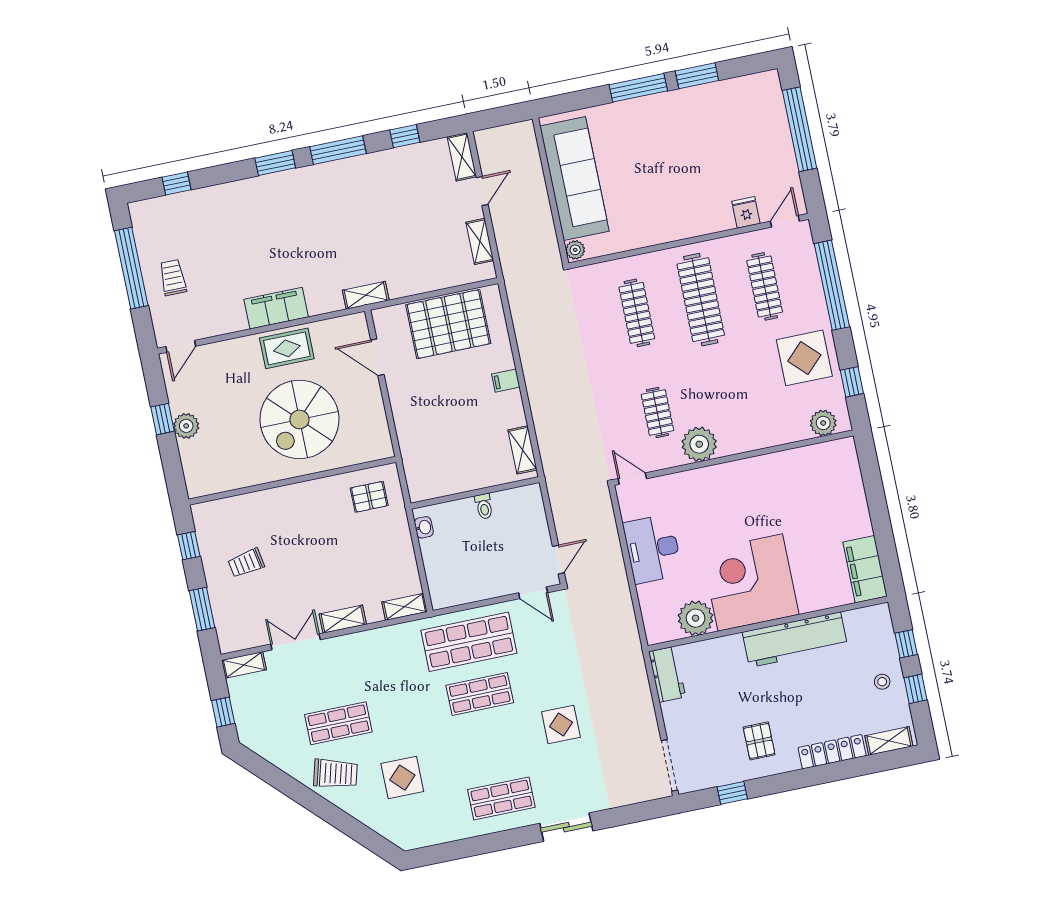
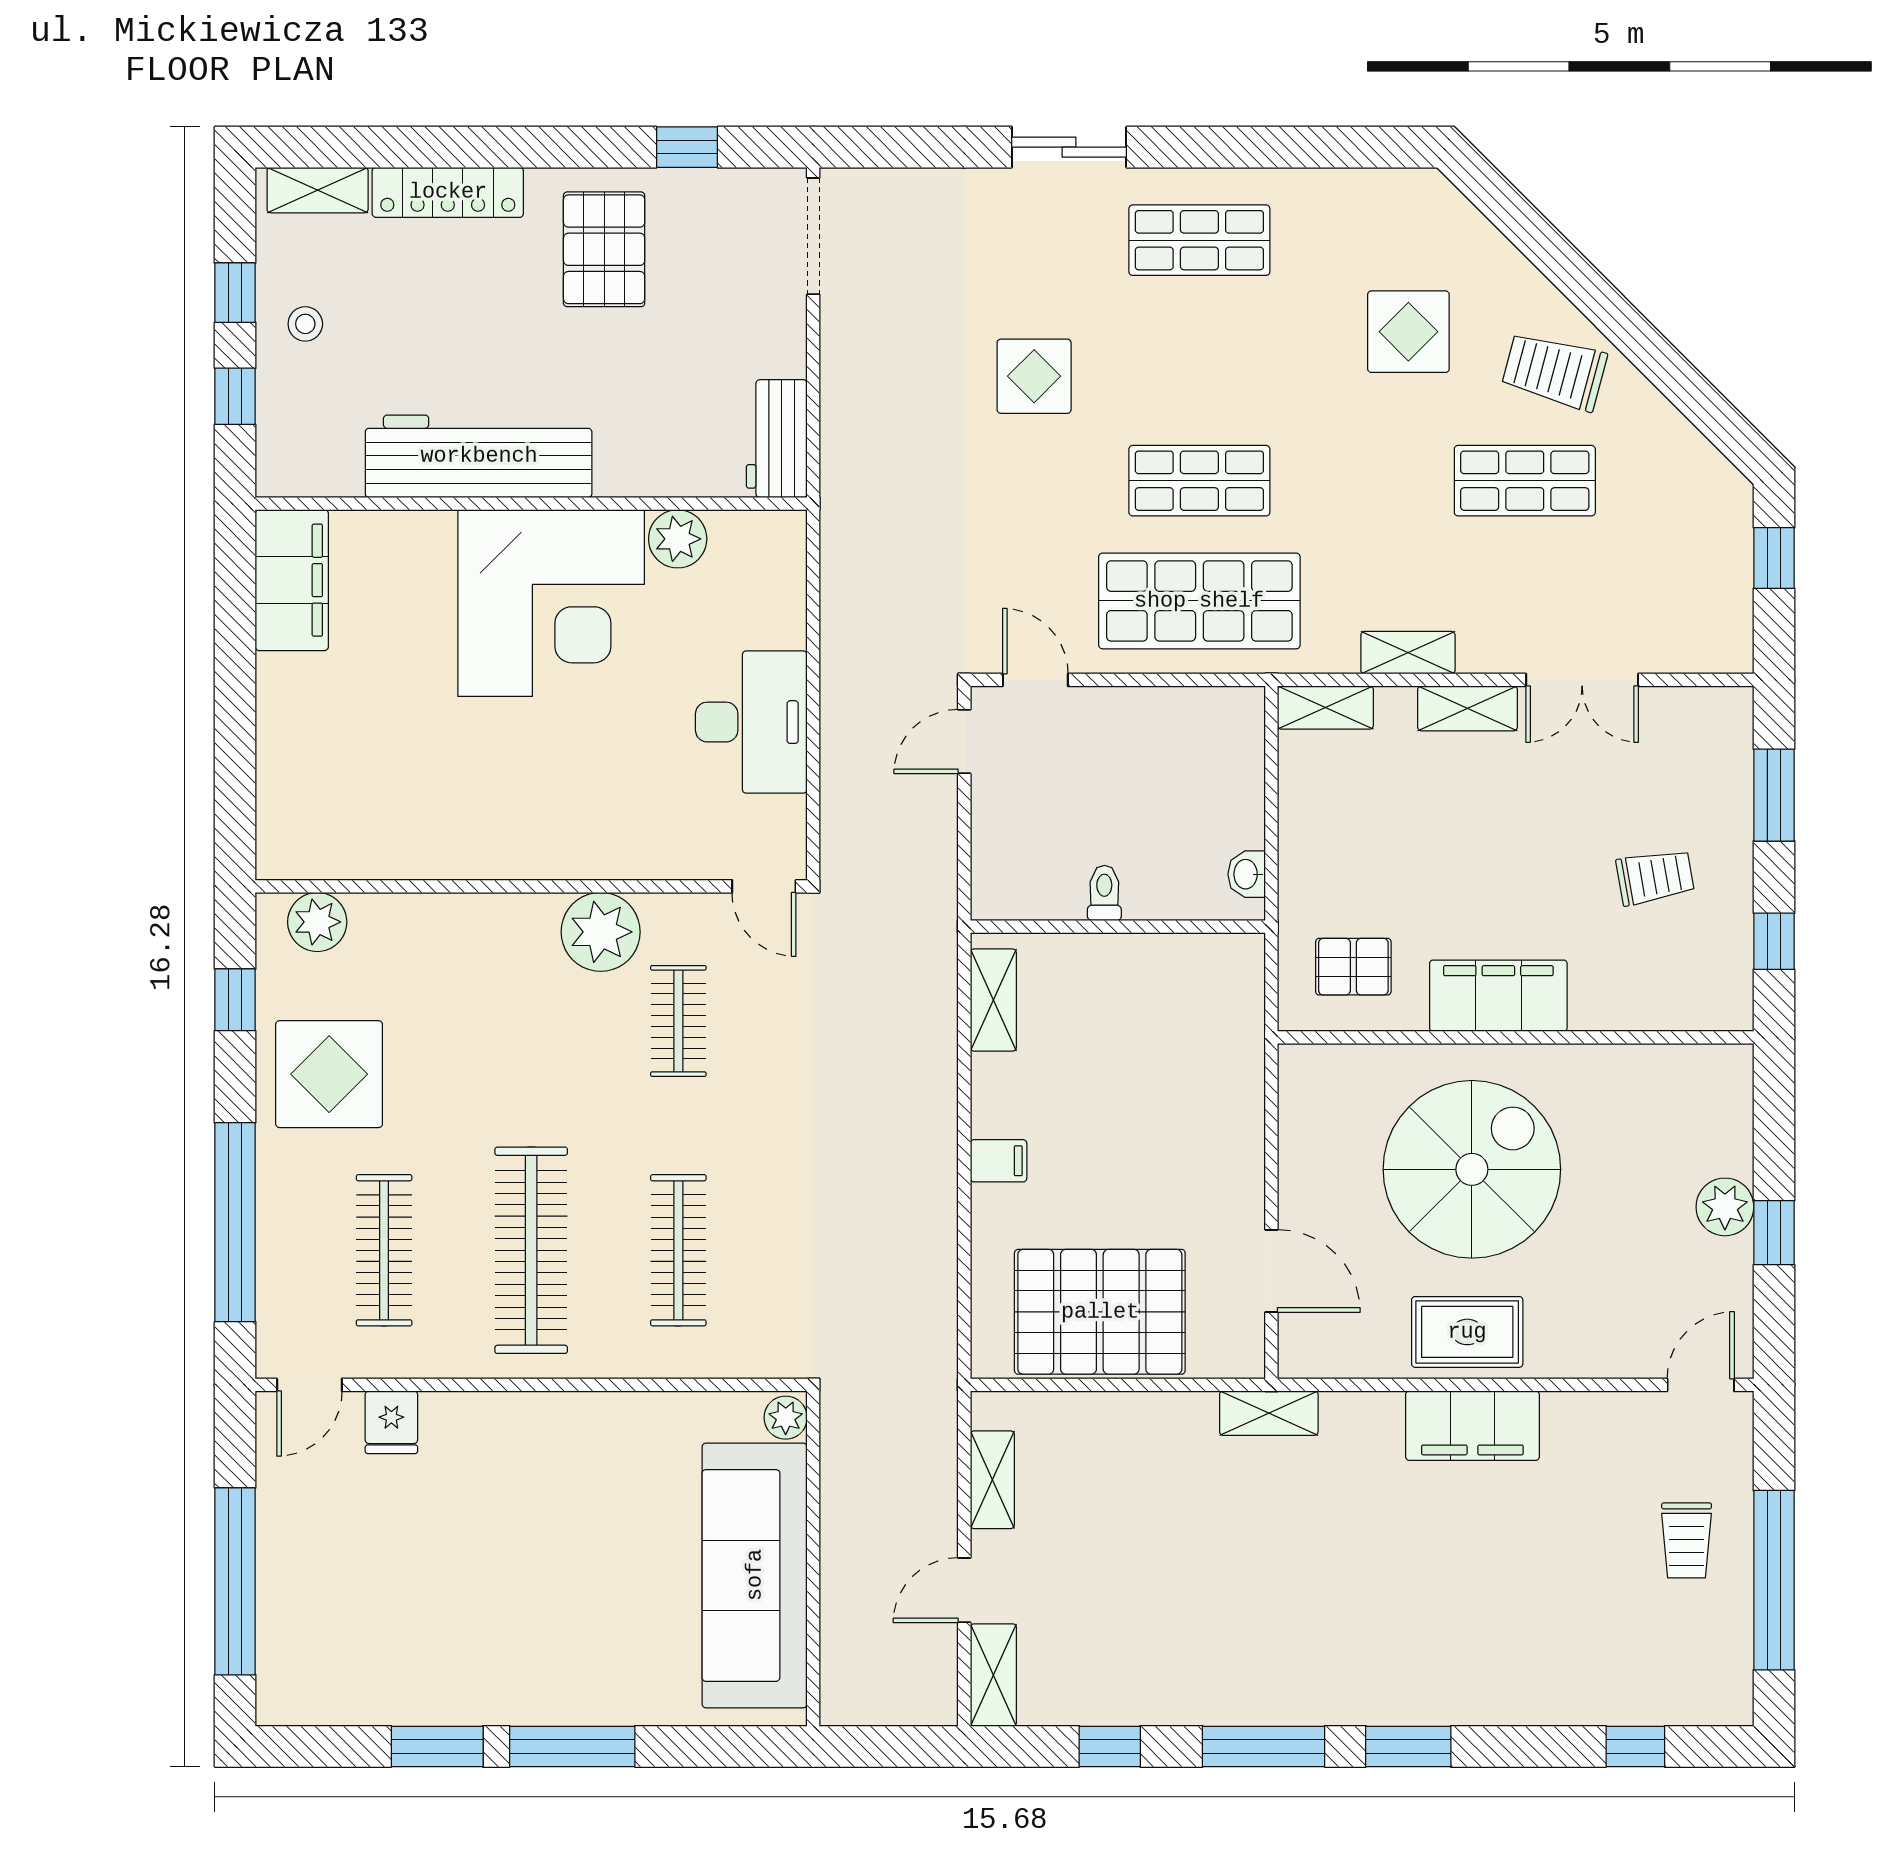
filing cabinet: (304, 497) -> (1498, 996), added
plant: (696, 618) -> (678, 539), width x0.73, depth x0.73
shelving: (244, 665) -> (1408, 653), moved
pallet: (759, 741) -> (604, 249), width x1.50, depth x1.42

